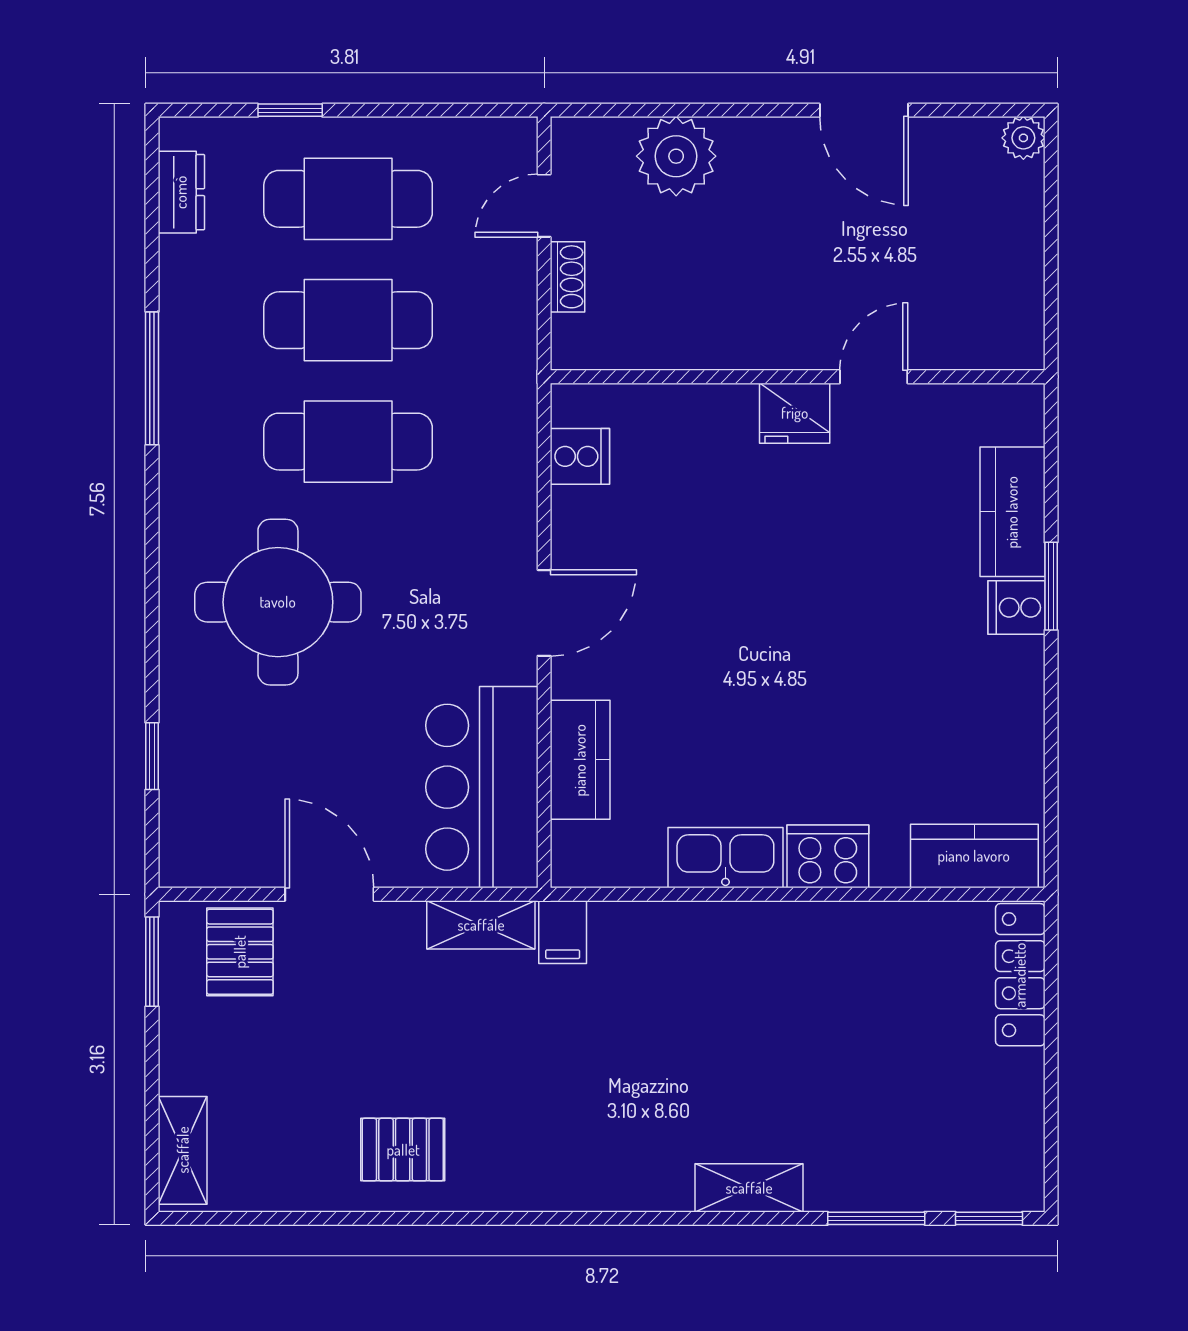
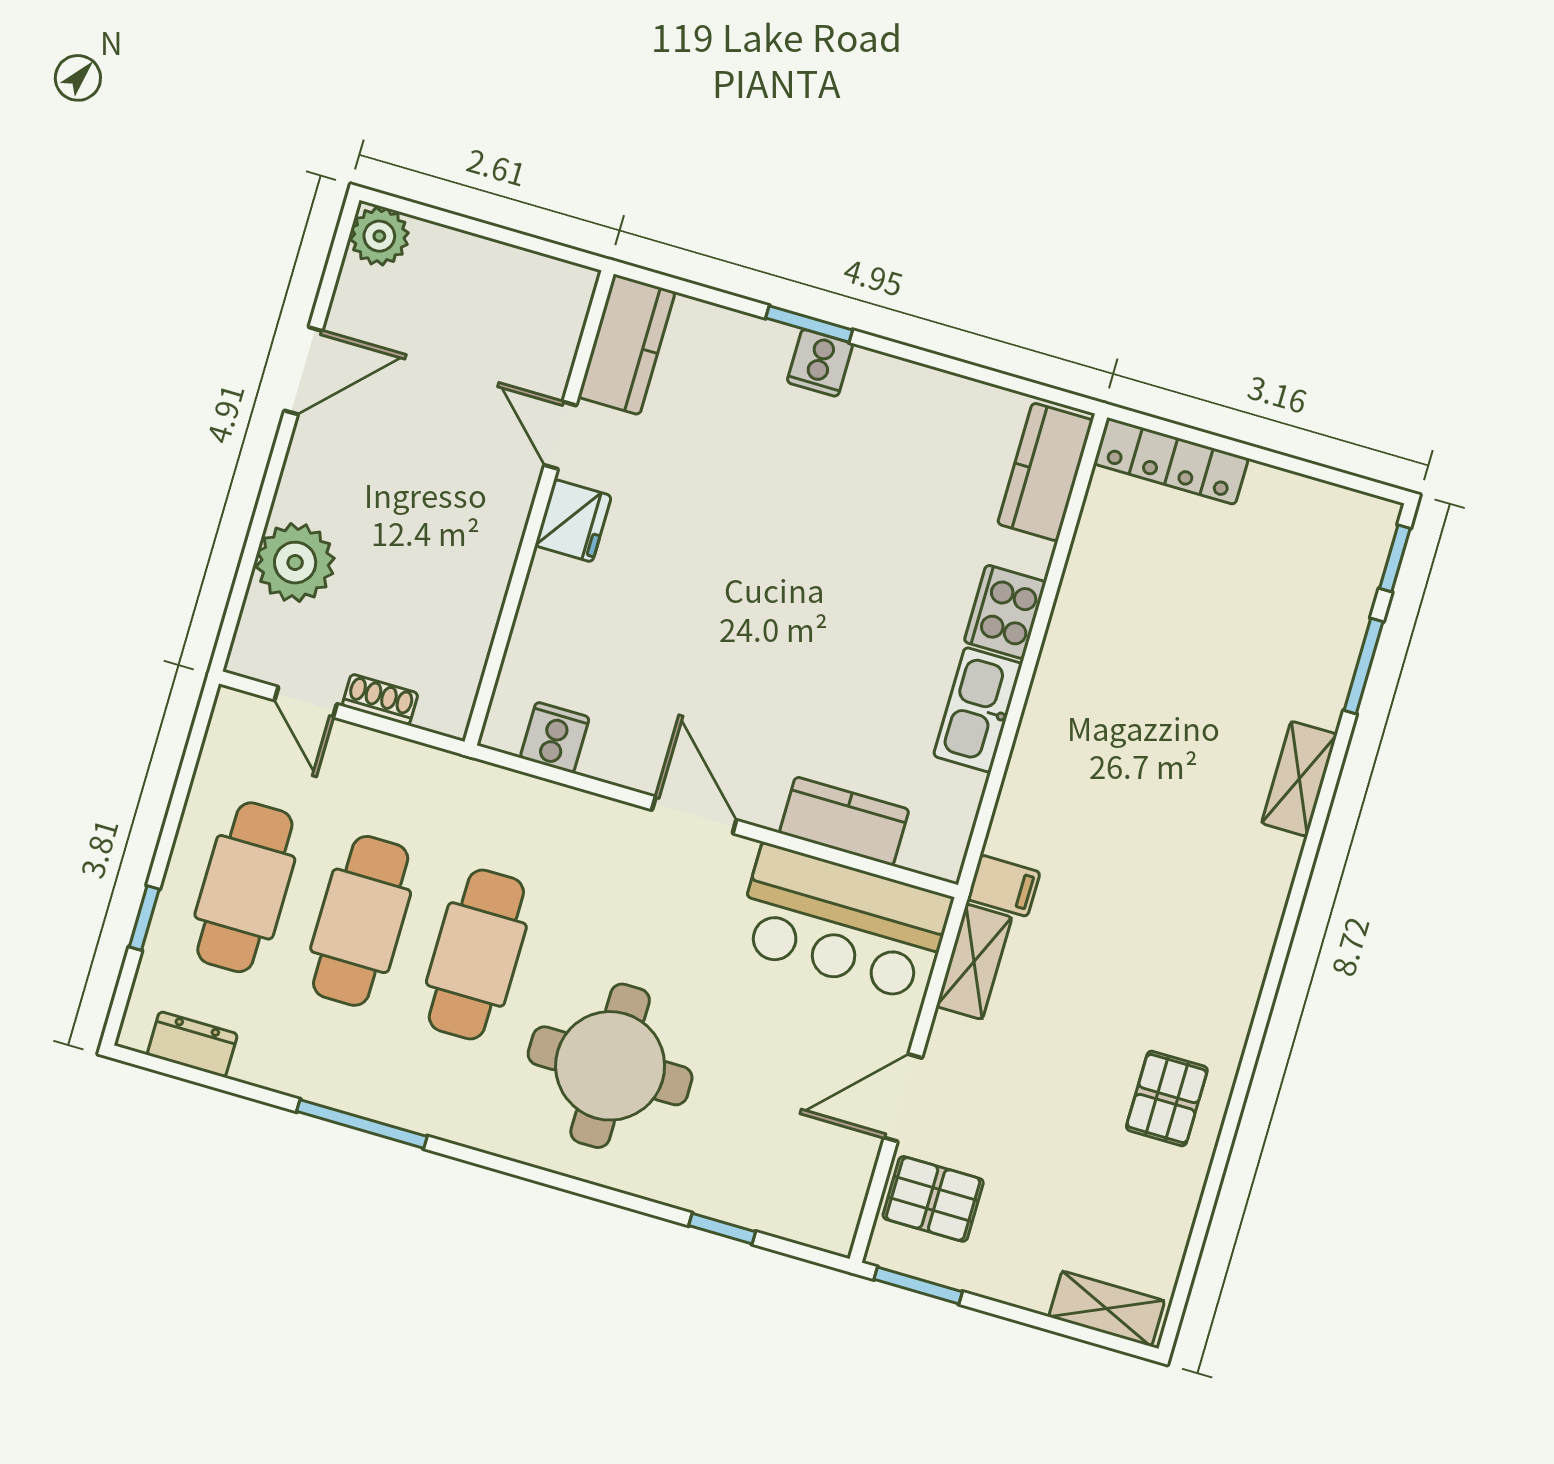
plant: (1023, 138) -> (379, 236), width x1.38, depth x1.38
kitchen counter: (1012, 512) -> (627, 344), moved, turned -90

